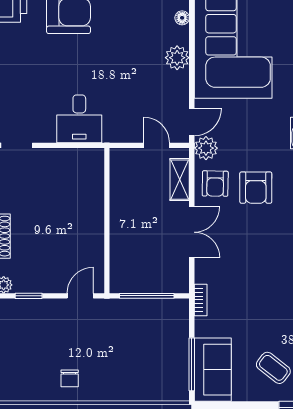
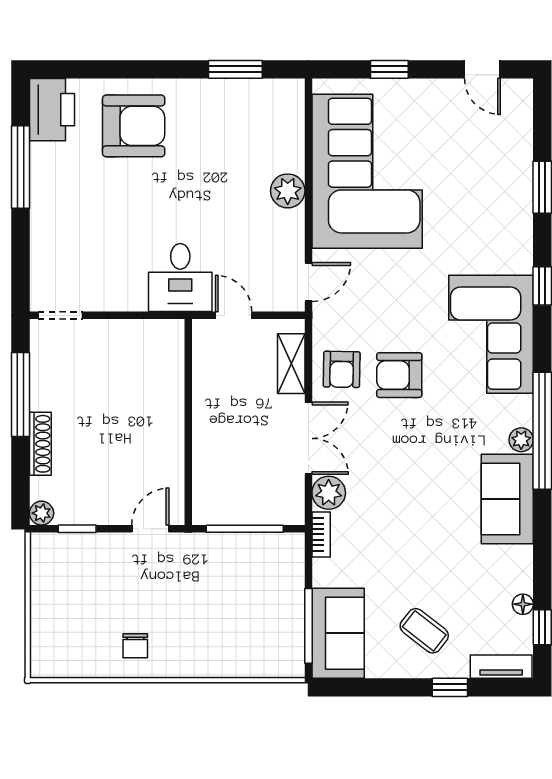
floor lamp: (182, 18) -> (295, 134), removed
desk: (79, 119) -> (180, 278), moved
door: (157, 145) -> (234, 315), moved
plant: (206, 148) -> (329, 493), moved
armchair: (256, 188) -> (399, 375), turned 90

